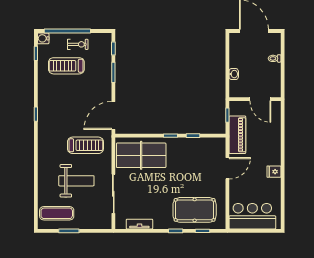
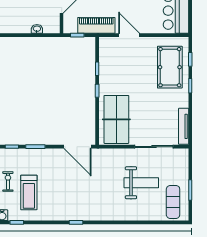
treadmill: (85, 145) -> (107, 174), removed
weight bench: (76, 181) -> (141, 183), turned 90
tv unit: (139, 224) -> (184, 126), width x1.41

